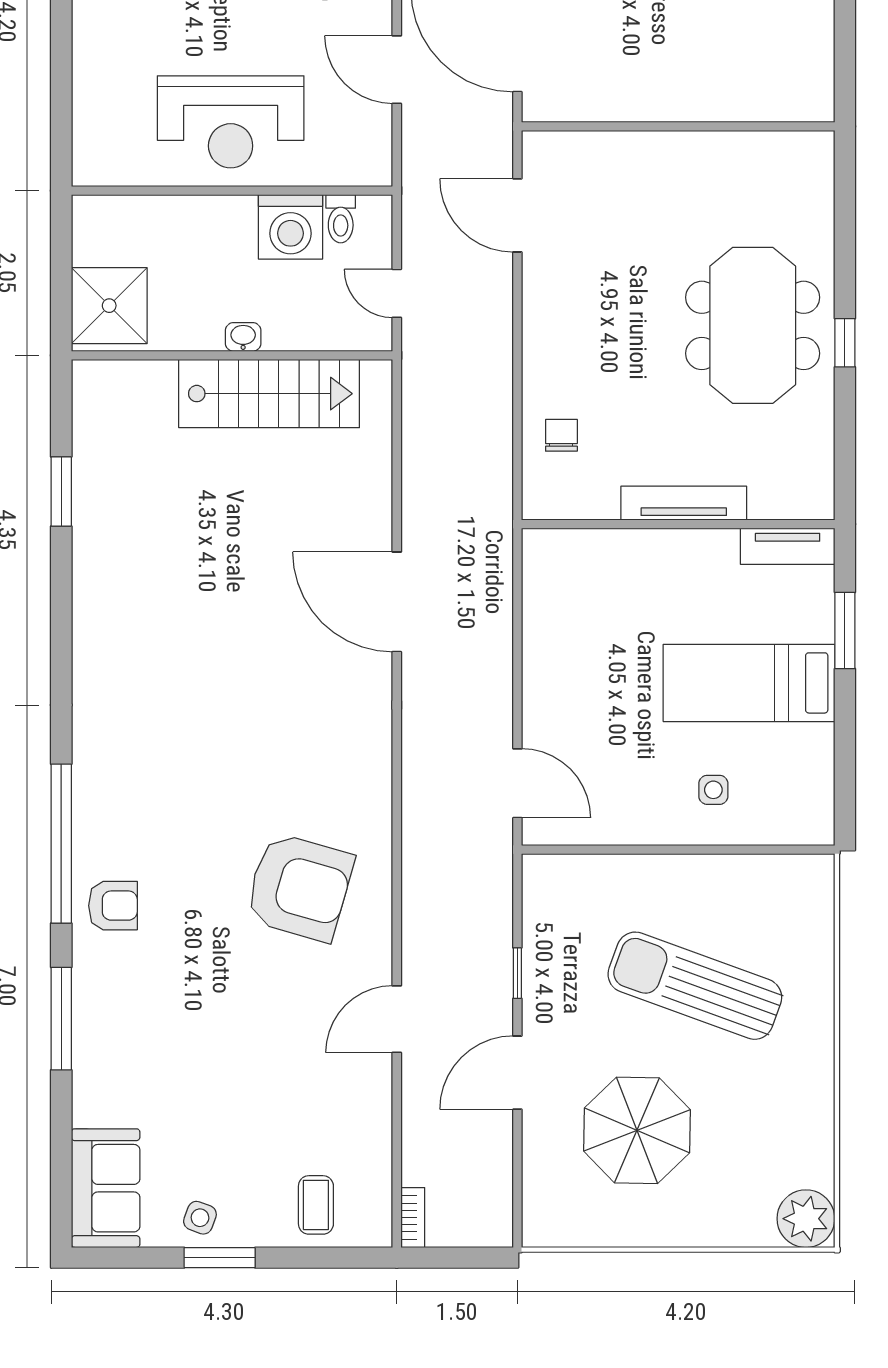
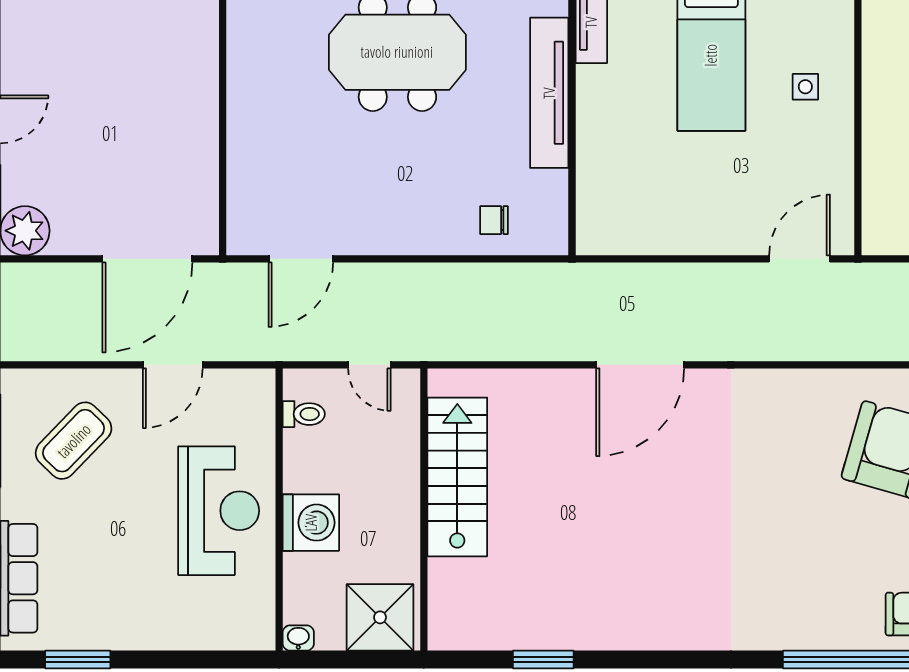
washing machine: (291, 227) -> (311, 523), moved
door: (397, 293) -> (369, 365), hinge flipped
washbasin: (243, 337) -> (298, 638), moved, turned 90
tv unit: (684, 503) -> (549, 93), width x1.36, depth x1.29

